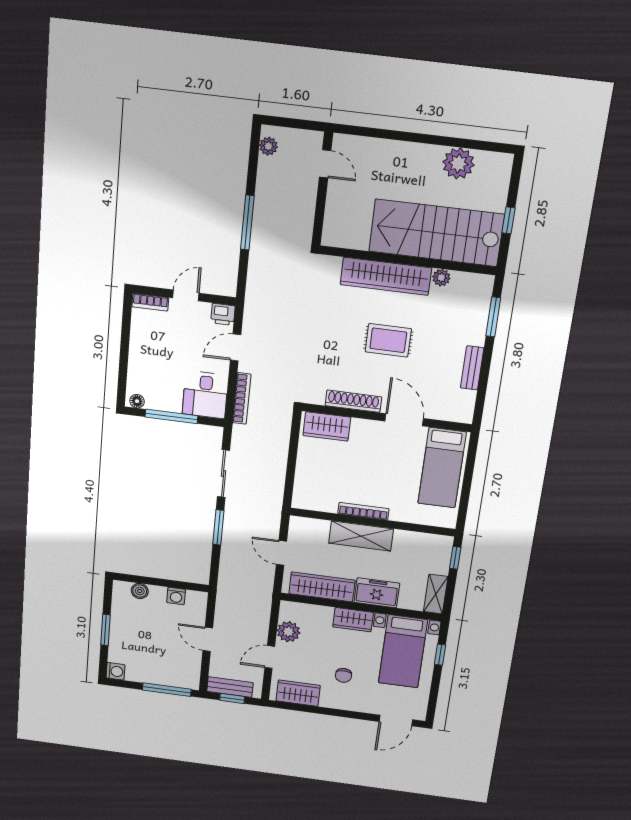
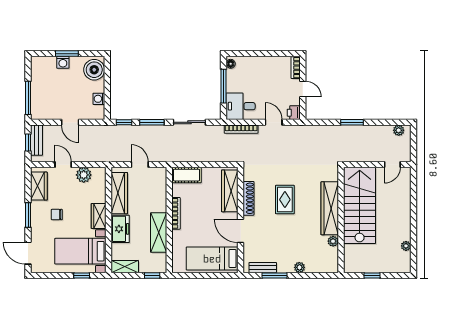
plant: (458, 163) -> (406, 246), width x0.53, depth x0.53
window: (247, 223) -> (352, 122), width x0.69
stairs: (436, 233) -> (360, 205), moved
window: (493, 317) -> (275, 275), moved
plant: (477, 336) -> (299, 267), added
rug: (388, 340) -> (285, 200), moved
bench: (472, 368) -> (263, 268), moved
door: (404, 420) -> (241, 231), swing flipped
wardrobe: (327, 426) -> (230, 191), width x1.50
cot: (305, 488) -> (186, 175), added
shelving: (361, 536) -> (159, 233), moved
door: (281, 553) -> (140, 165), hinge flipped
window: (215, 566) -> (124, 122), added
boiler: (140, 591) -> (94, 70), width x1.86, depth x1.86
door: (208, 639) -> (70, 122), swing flipped
washing machine: (115, 671) -> (63, 62), moved
window: (339, 713) -> (28, 215), added

